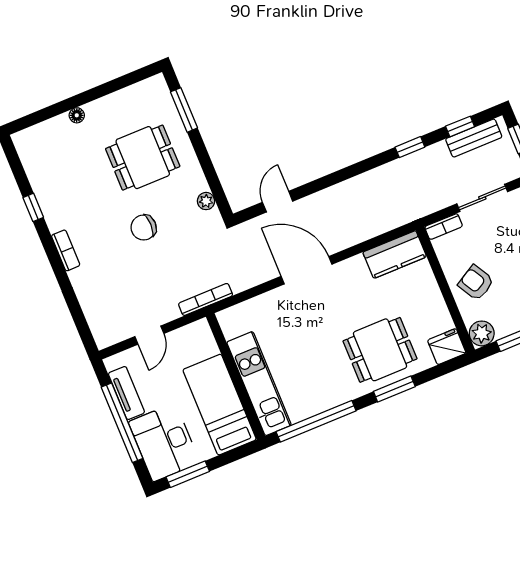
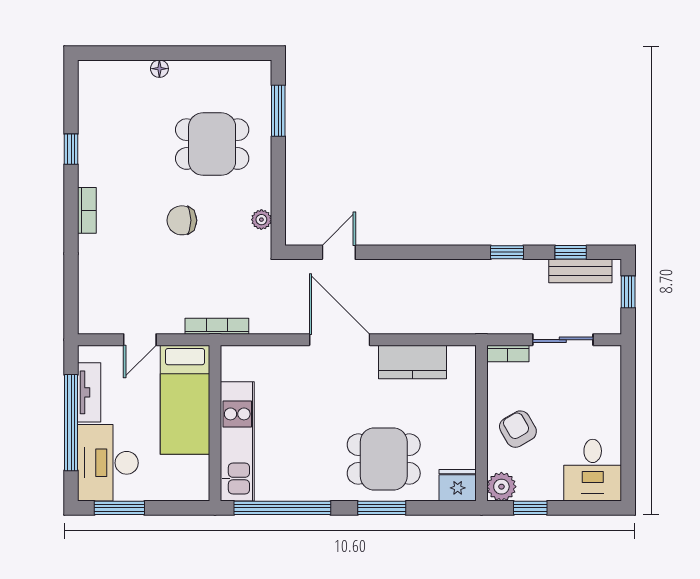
kitchen counter: (395, 254) -> (413, 362), moved
bed: (220, 405) -> (185, 400), moved, turned 180

